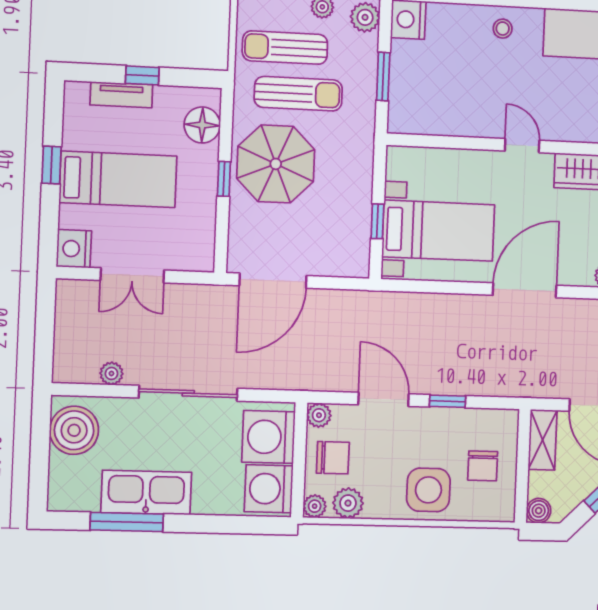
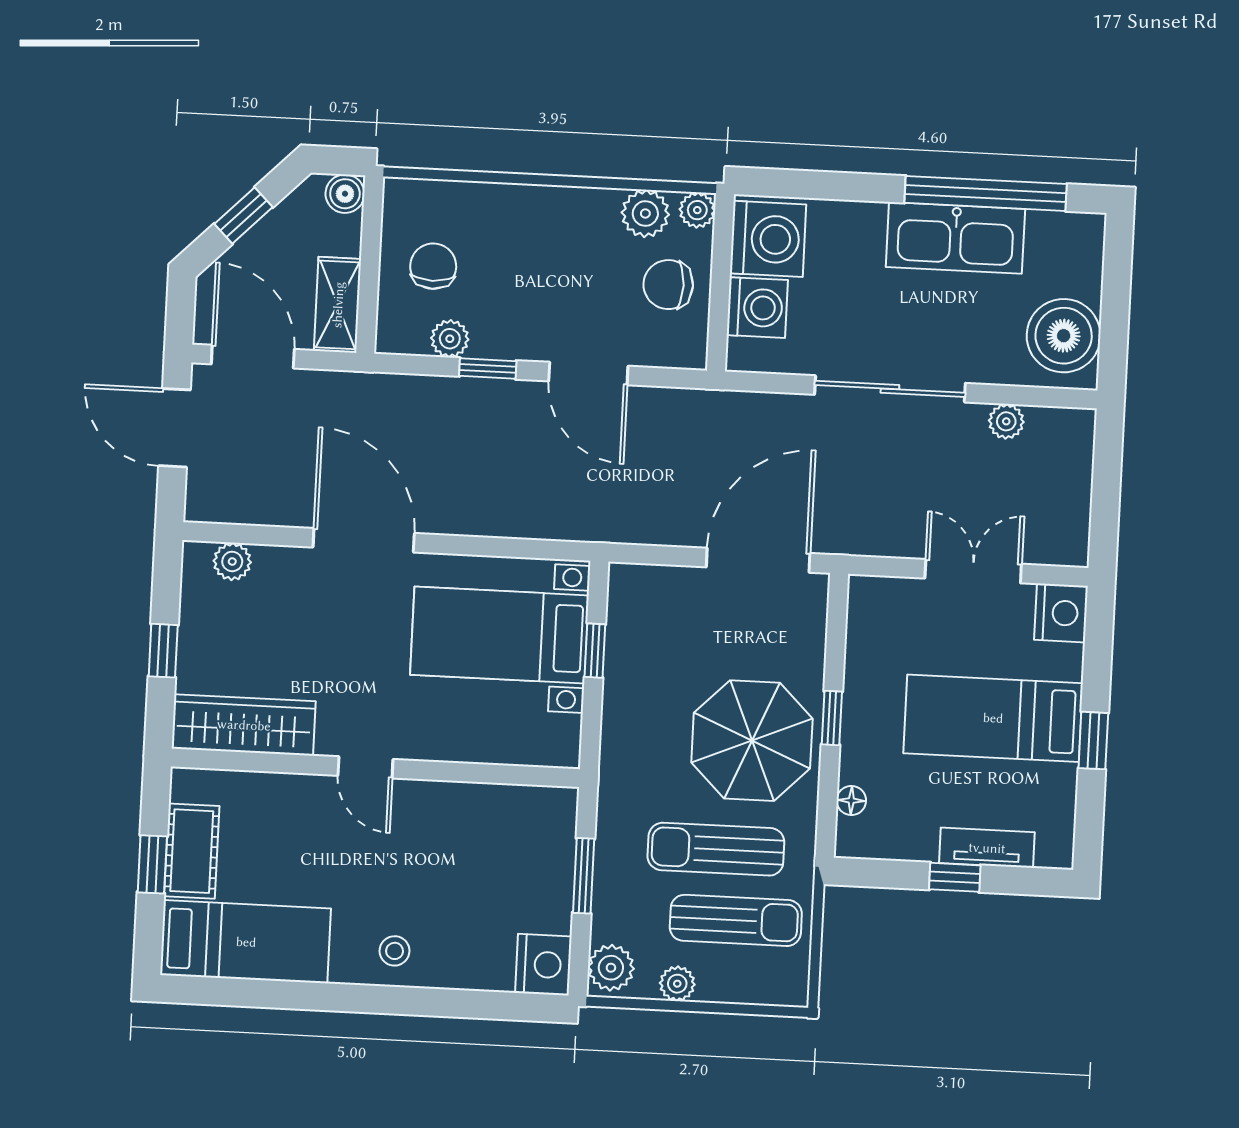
floor lamp: (202, 125) -> (851, 800), width x0.53, depth x0.53
door: (525, 290) -> (364, 540), swing flipped
plant: (319, 415) -> (450, 339), moved
washing machine: (269, 437) -> (757, 308), width x0.73, depth x0.73
side table: (428, 490) -> (519, 231), removed
window: (127, 522) -> (986, 193), width x1.46

